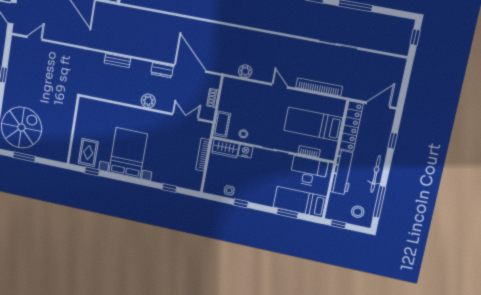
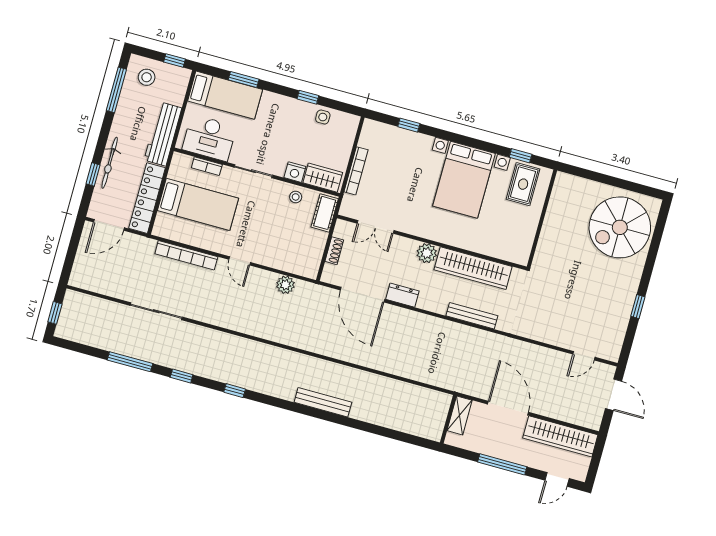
bench: (117, 61) -> (472, 316), width x1.36
wardrobe: (116, 93) -> (473, 268), added
window: (24, 157) -> (621, 184), removed
bicycle: (376, 174) -> (110, 163), moved

